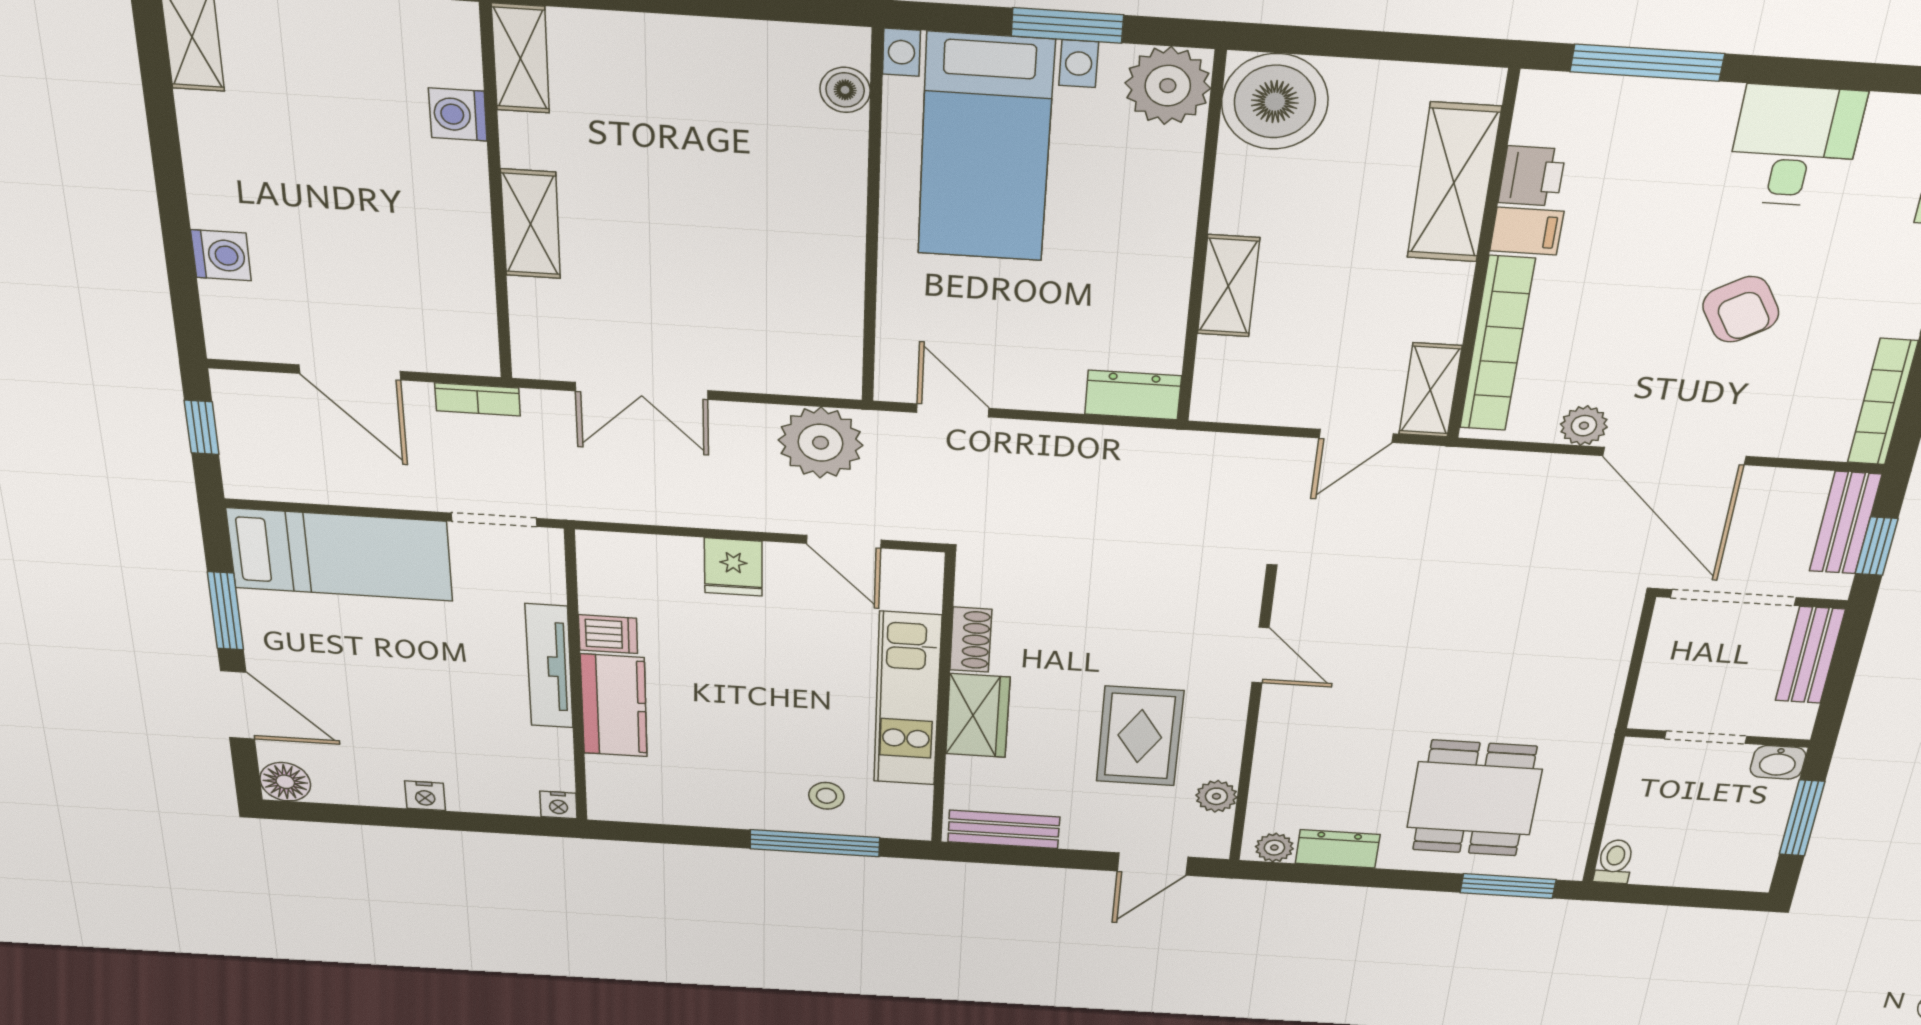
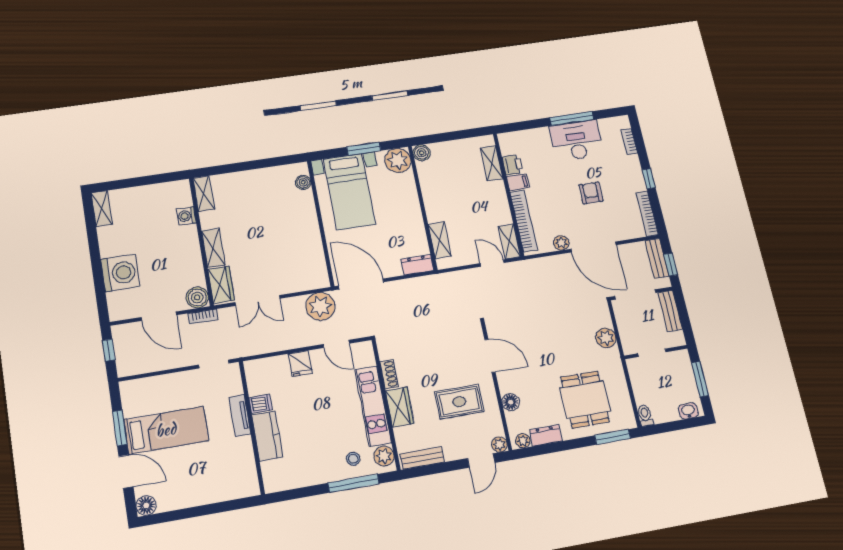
window: (1647, 63) -> (572, 119), moved
boiler: (1275, 102) -> (422, 153), width x0.54, depth x0.54
desk: (1794, 146) -> (576, 140), width x1.37
shelving: (1454, 183) -> (492, 163), width x0.67, depth x0.75
washing machine: (221, 255) -> (120, 273), width x1.89, depth x1.89
shelving: (1228, 286) -> (440, 240), moved
armchair: (1741, 309) -> (591, 193), turned -149
wardrobe: (541, 328) -> (221, 285), added
boiler: (466, 347) -> (197, 297), added
door: (953, 410) -> (361, 284), width x1.87
door: (1356, 436) -> (492, 263), swing flipped
bed: (340, 555) -> (166, 430), moved
door: (1261, 655) -> (490, 356), width x1.38
tv unit: (549, 666) -> (240, 416), width x0.71
plant: (1598, 680) -> (606, 338), added
rug: (1140, 736) -> (459, 402), turned 90
washbasin: (1778, 762) -> (688, 411), moved, turned 180
floor lamp: (1276, 764) -> (511, 402), added
nightstand: (425, 796) -> (201, 498), removed
plant: (1216, 796) -> (499, 444), moved
nightstand: (558, 805) -> (253, 490), removed
plant: (907, 806) -> (384, 456), added

